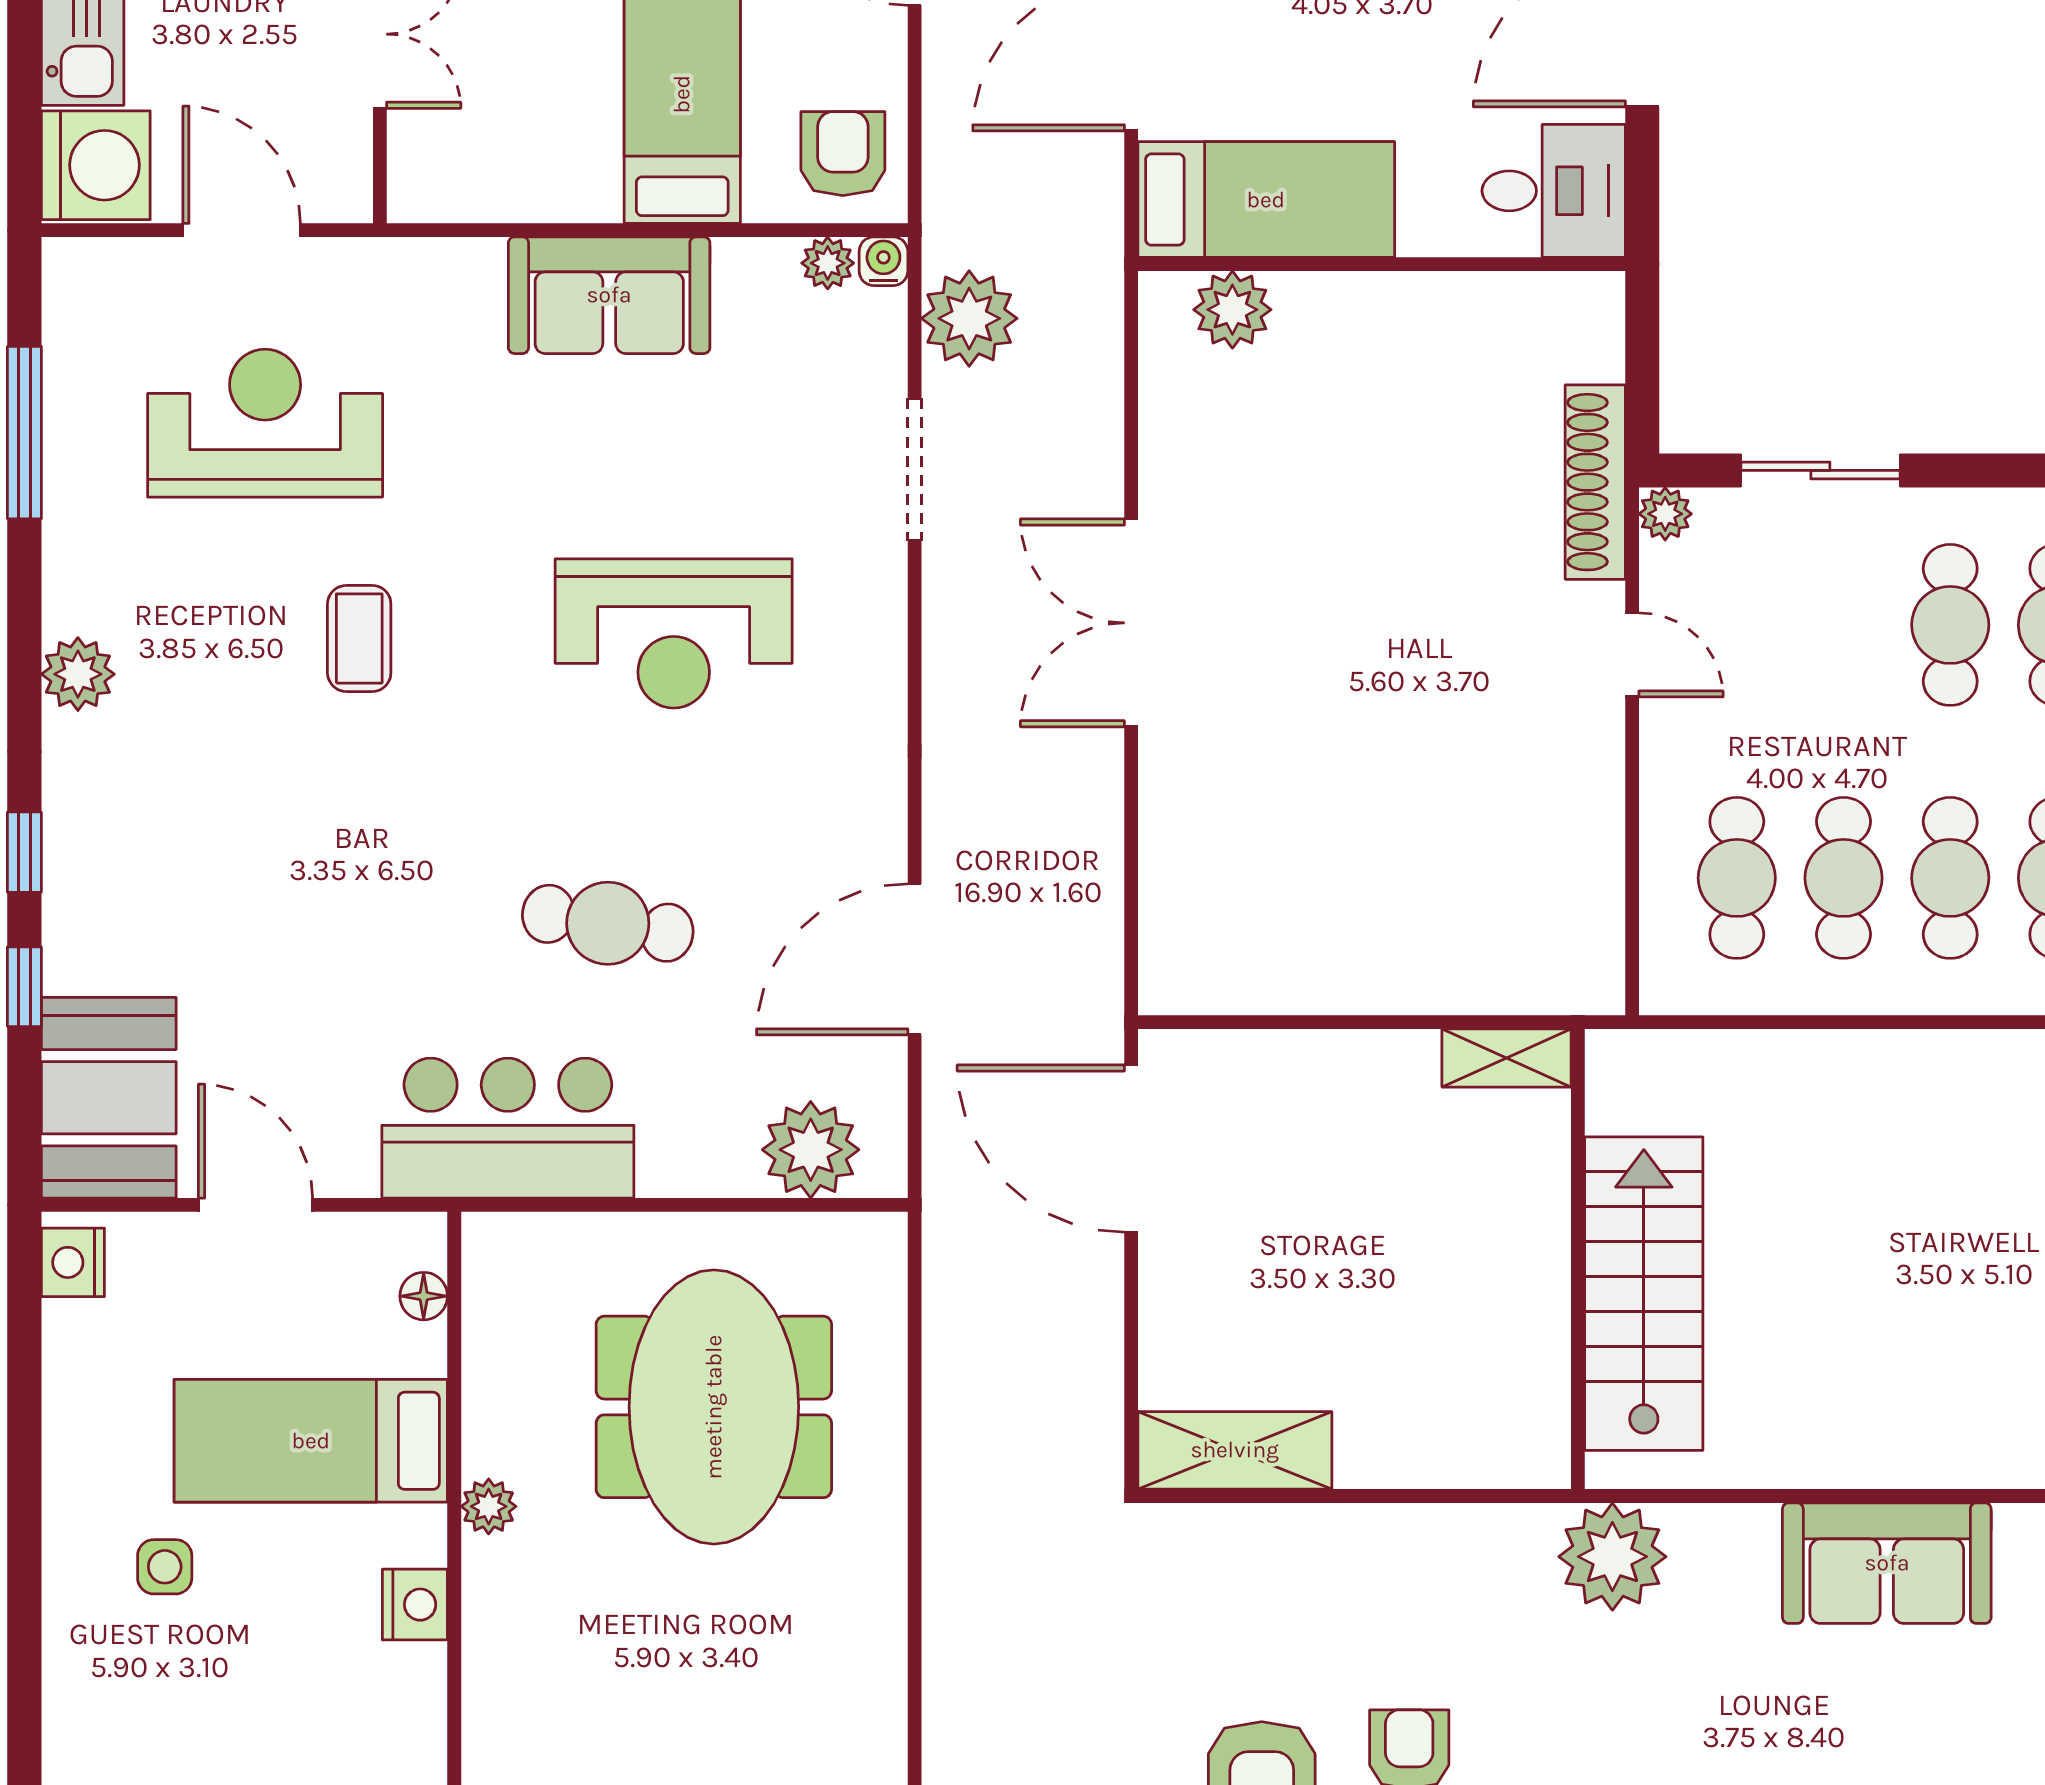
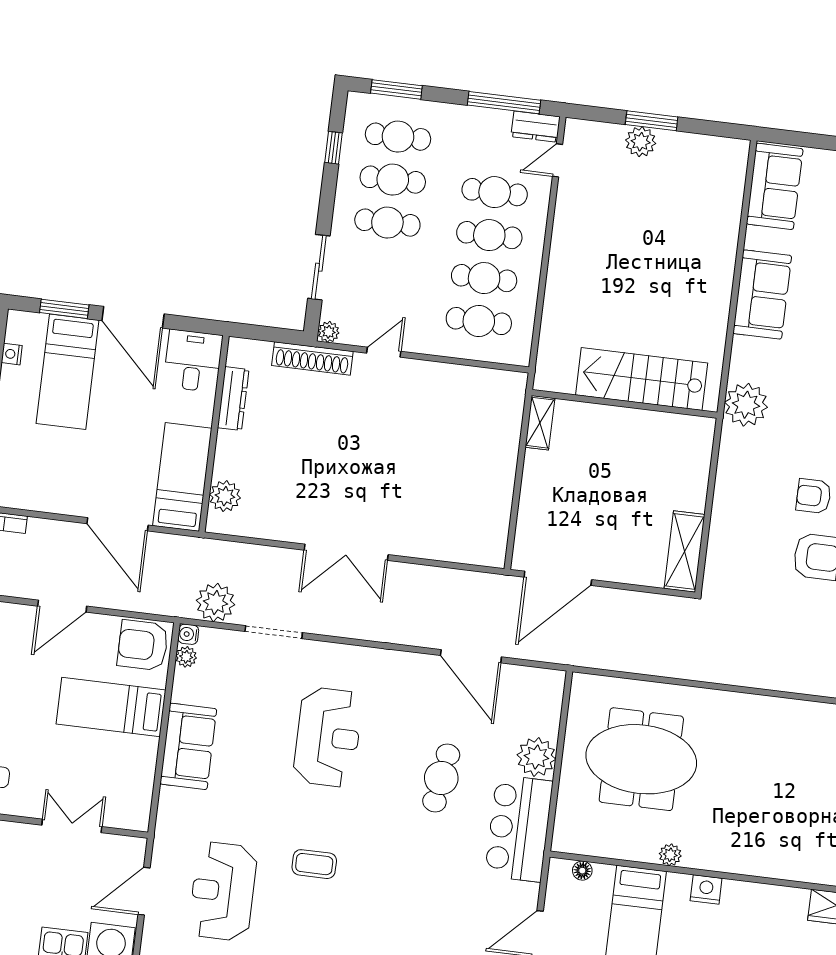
armchair: (843, 154) -> (143, 645), width x1.38, depth x1.38
dresser: (1473, 301) -> (233, 399), added
plant: (811, 1150) -> (536, 757), moved

